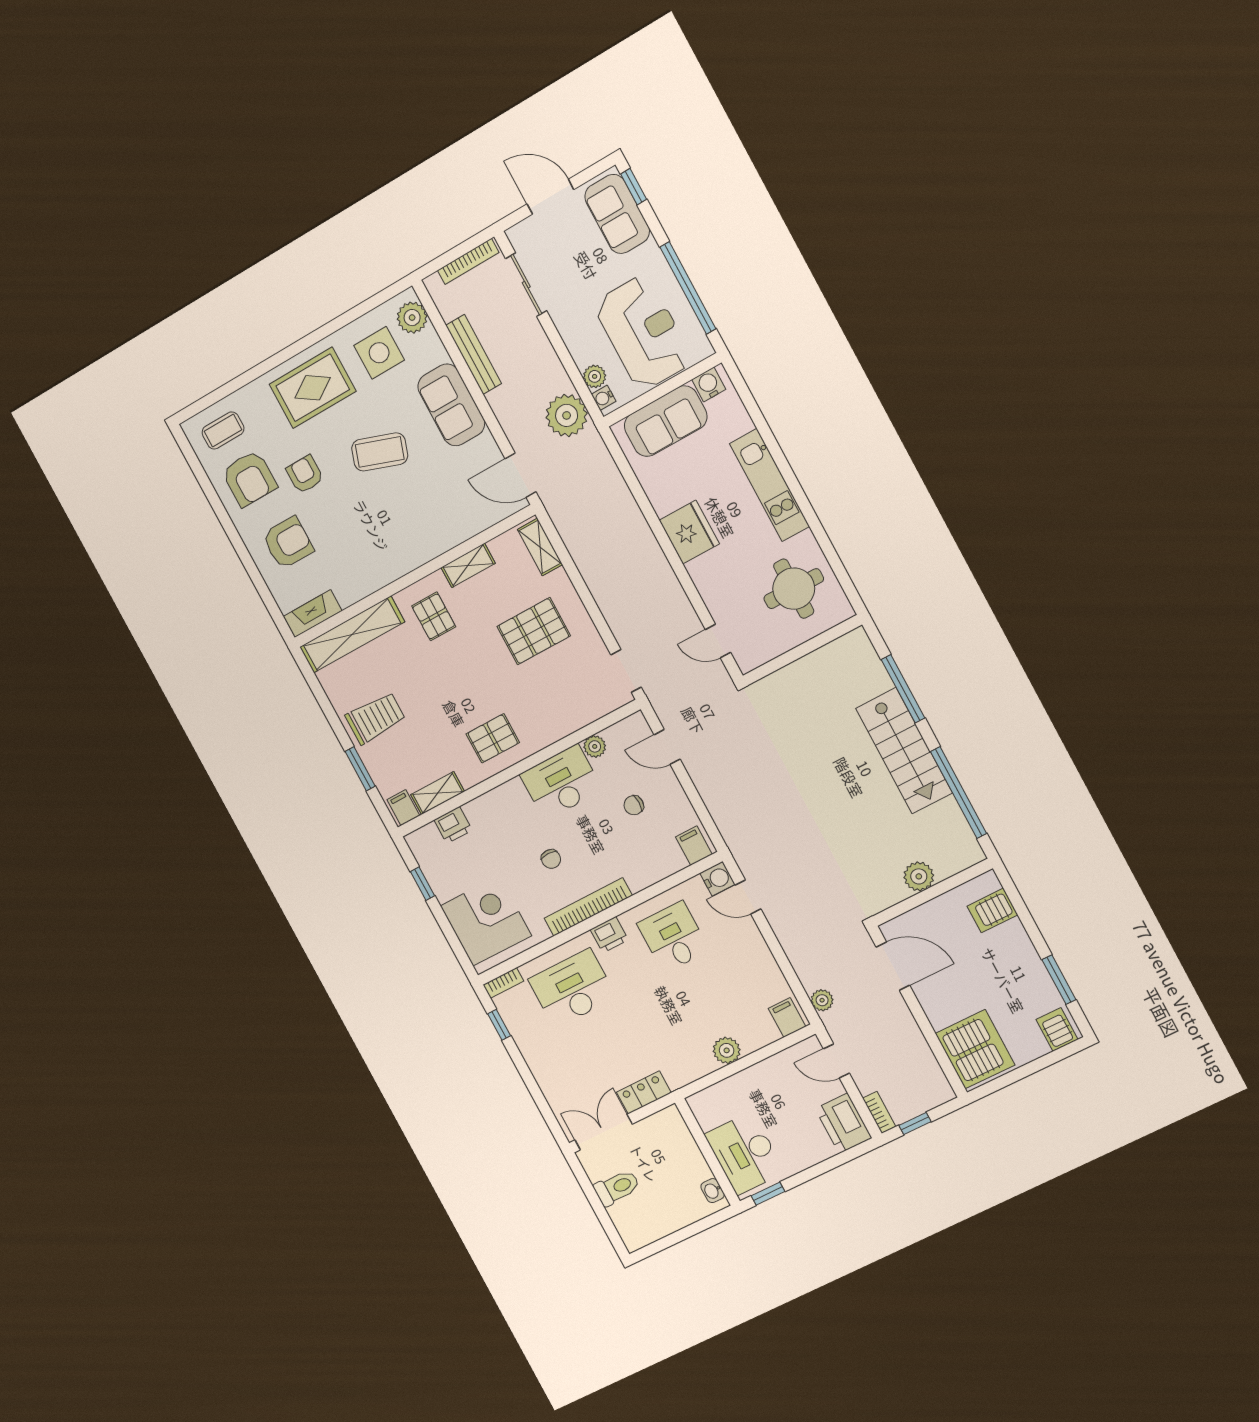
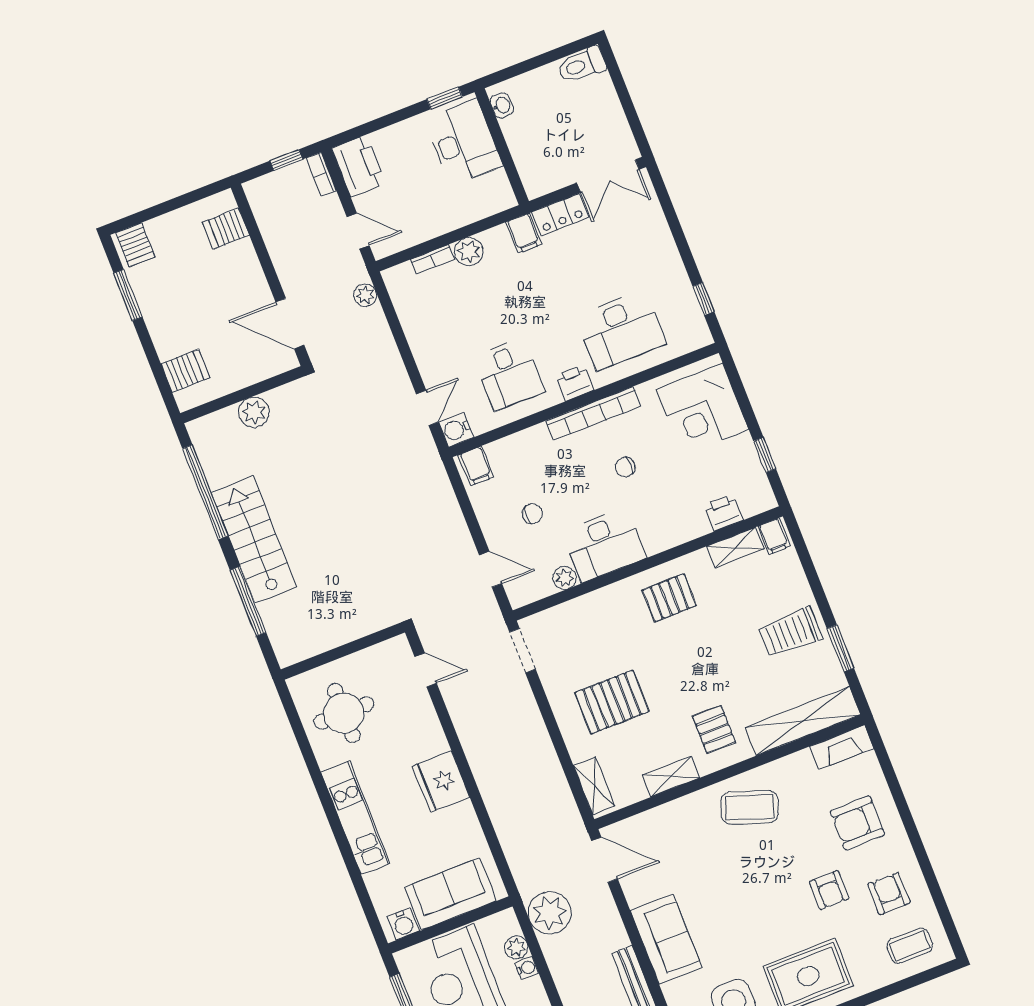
water cooler: (604, 398) -> (527, 968), moved
coffee table: (380, 452) -> (750, 807), moved
armchair: (249, 478) -> (889, 894), width x0.72, depth x0.72
window: (360, 769) -> (840, 648), moved
chair: (551, 859) -> (625, 467), turned -90
door: (748, 897) -> (427, 408), hinge flipped
bookcase: (503, 983) -> (432, 259), moved, turned 180
filing cabinet: (787, 1017) -> (524, 233), moved
server rack: (975, 1049) -> (226, 229), width x0.46, depth x0.70
toilet: (617, 1188) -> (582, 65), moved

